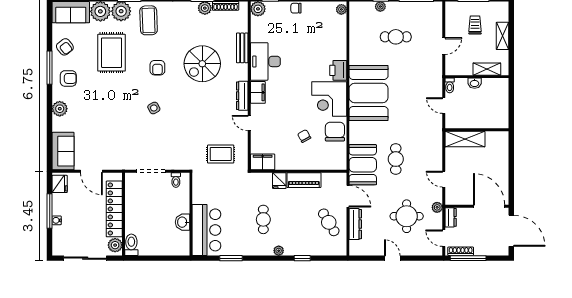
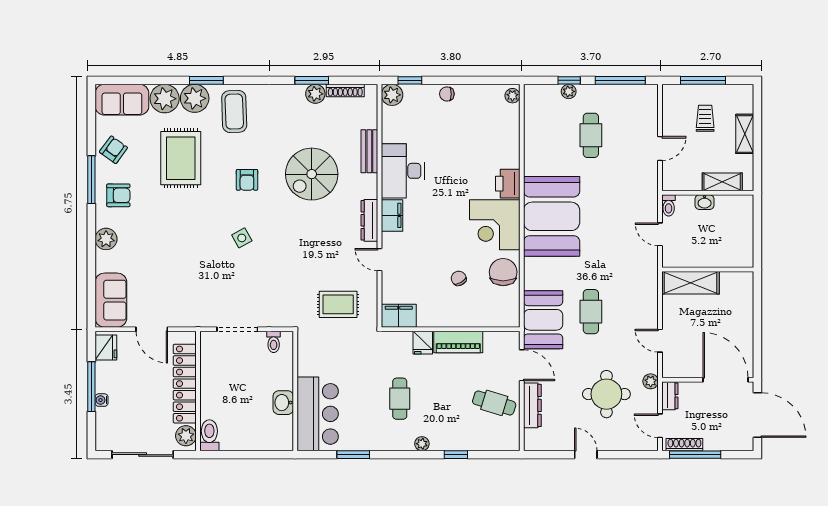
cafe table: (396, 37) -> (591, 135), turned 90
armchair: (65, 47) -> (113, 150), turned -106
cafe table: (329, 222) -> (494, 403), turned -42

